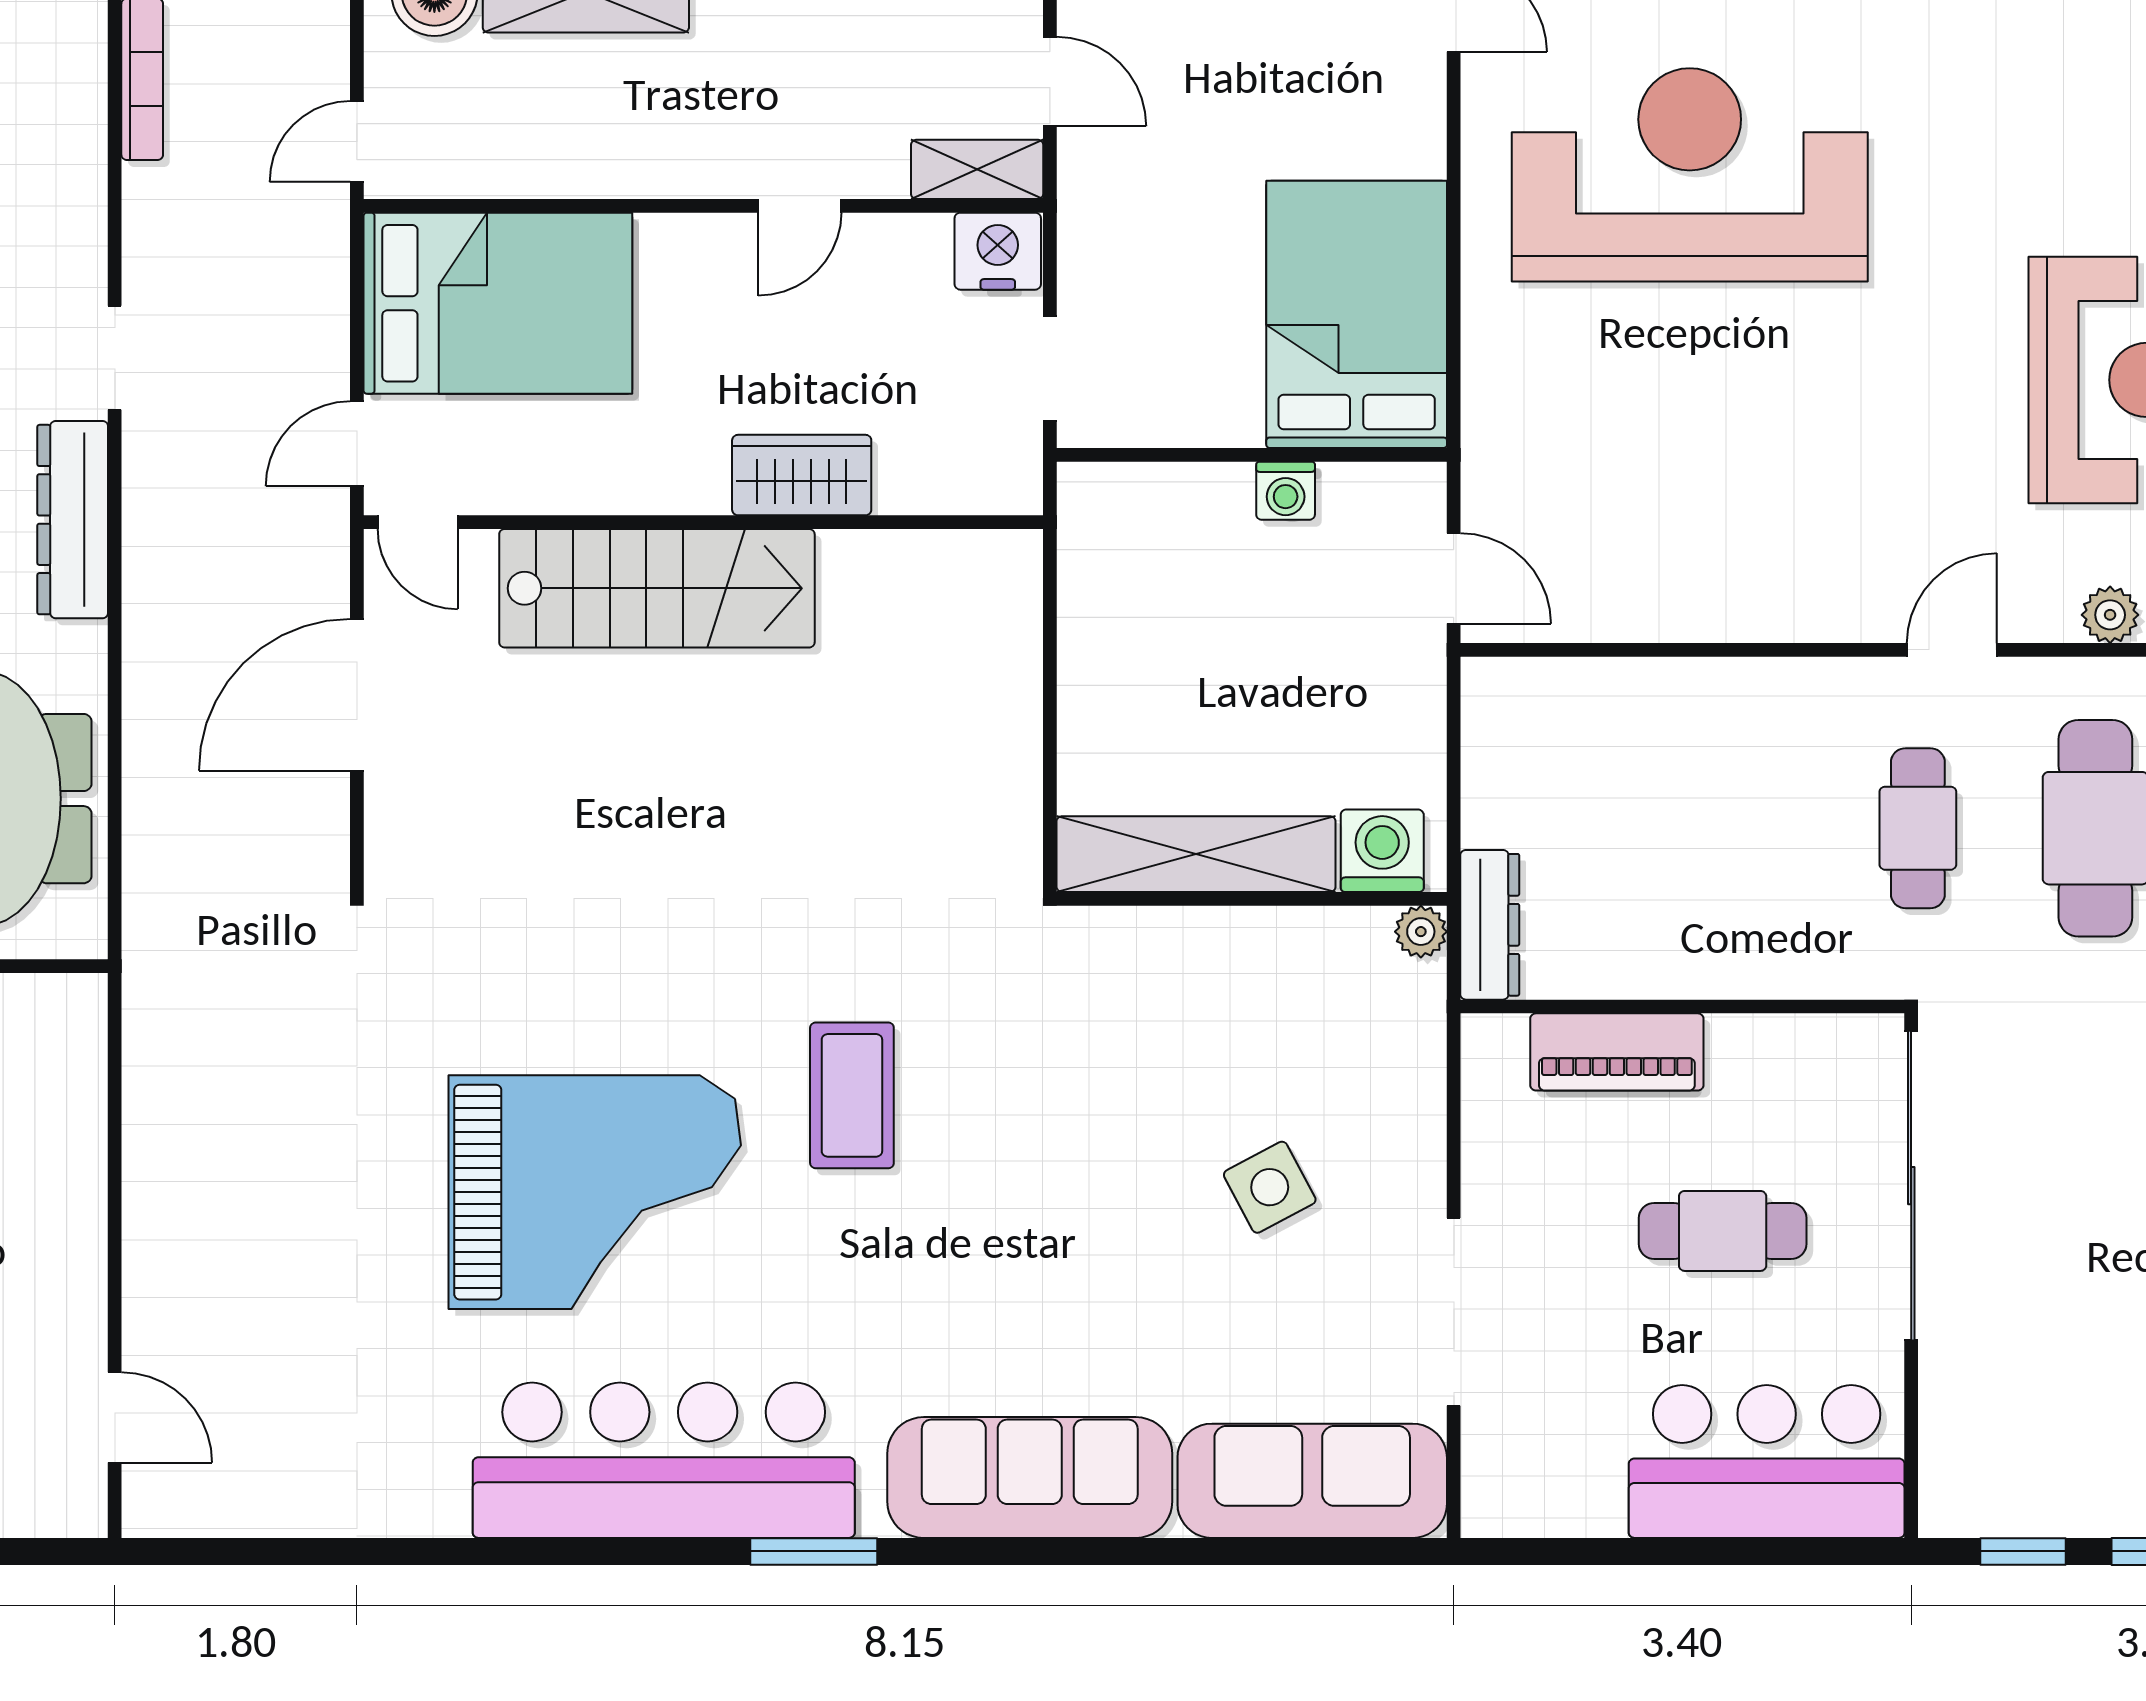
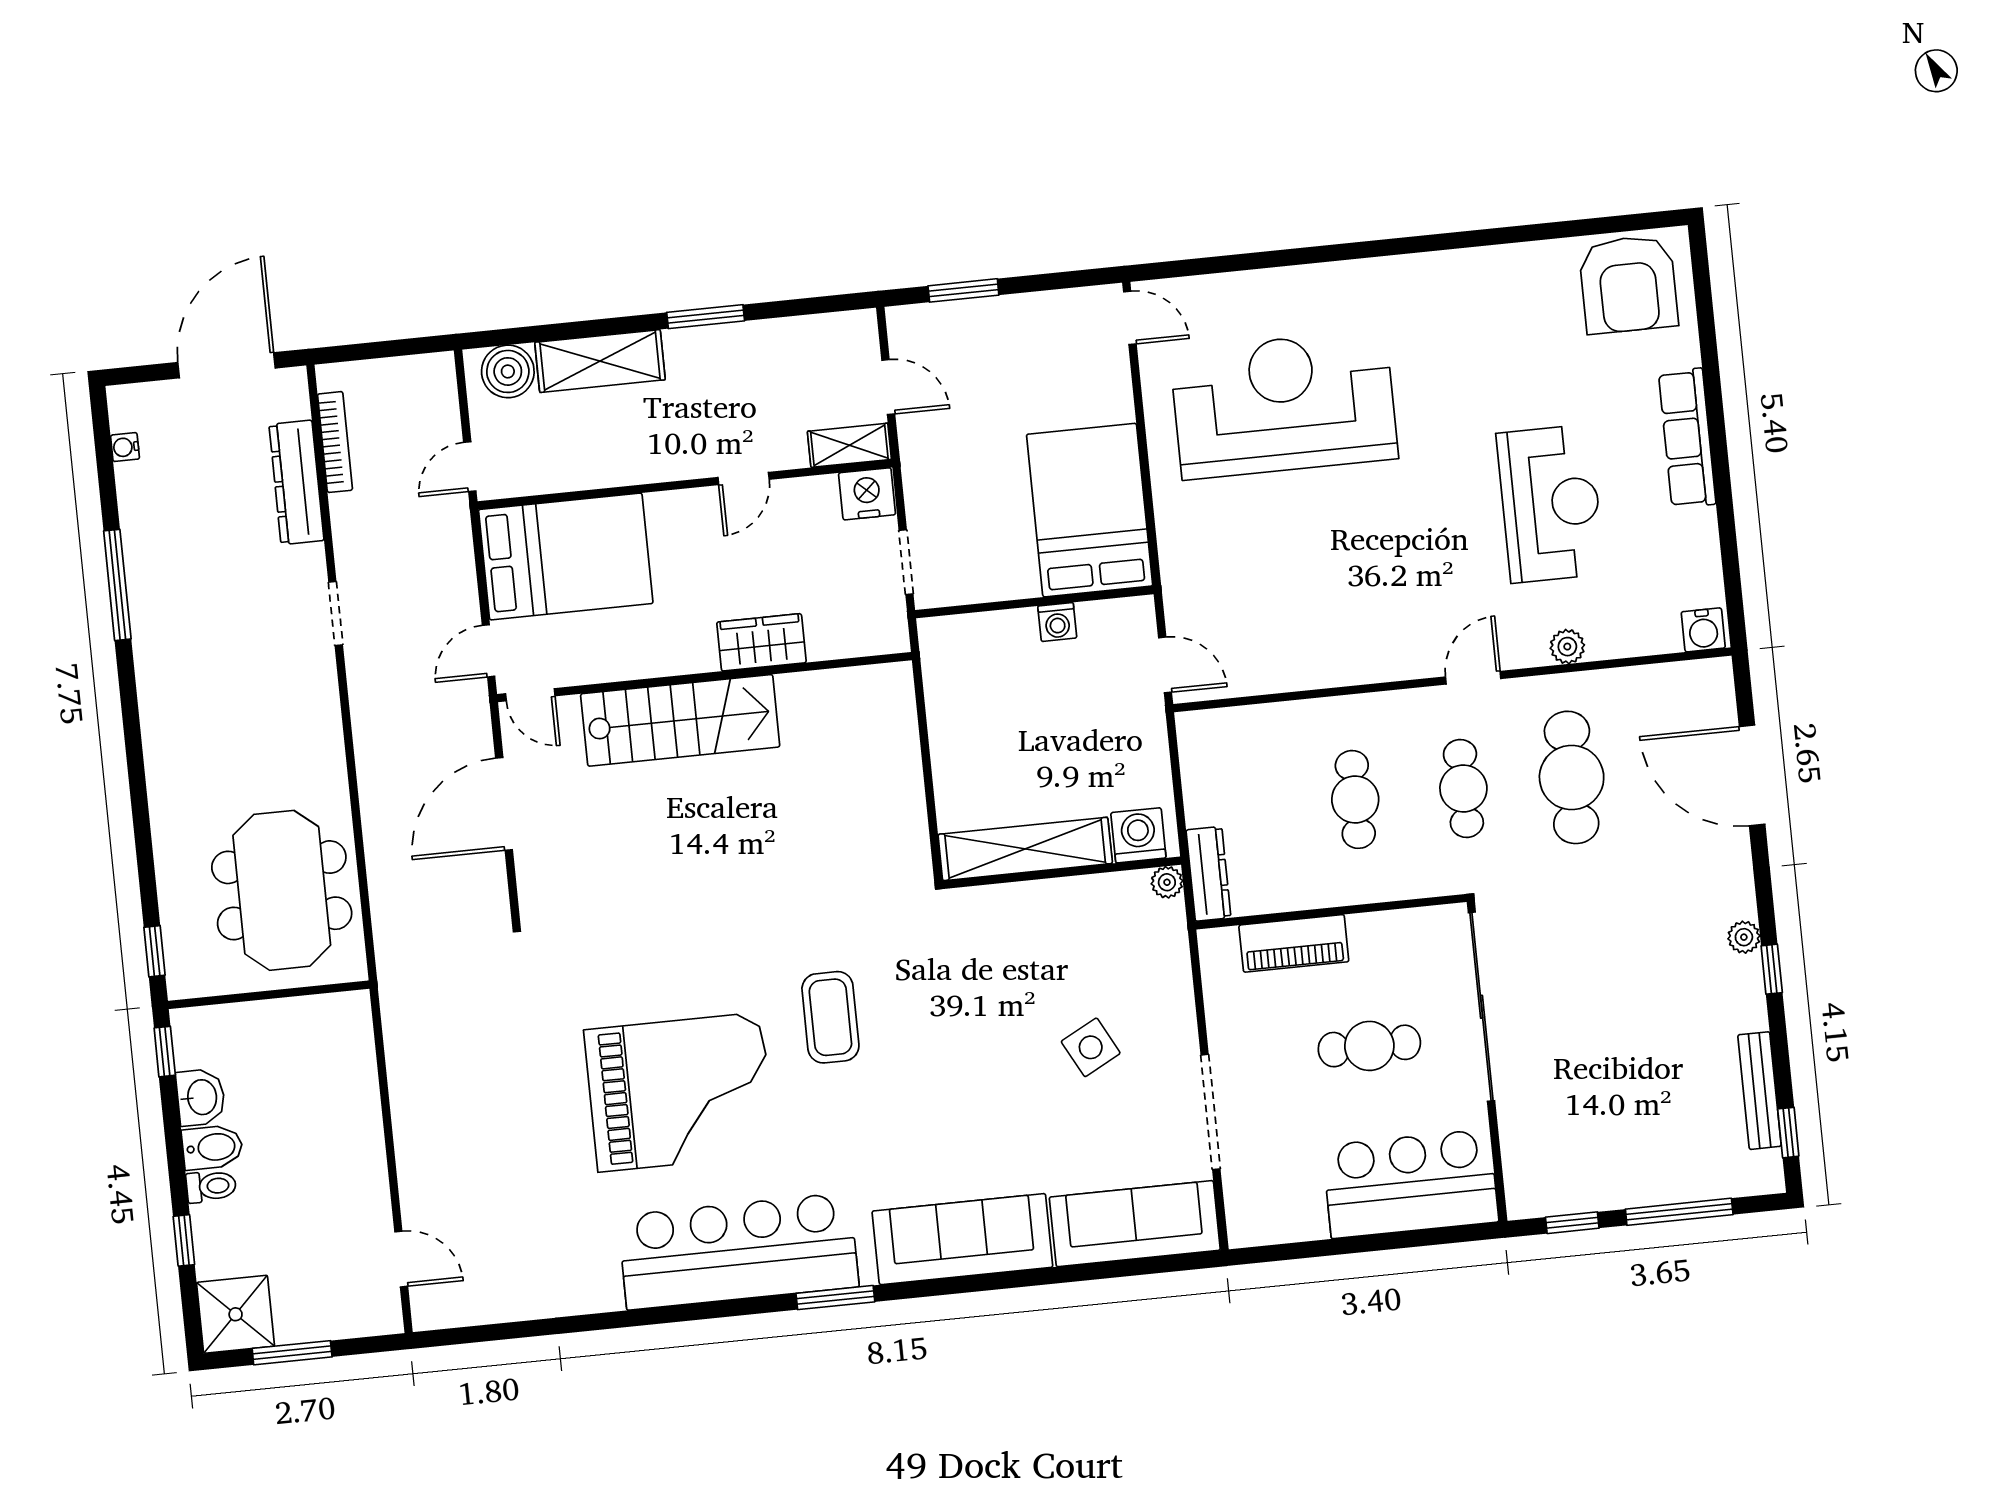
dresser: (73, 520) -> (296, 482), moved
cafe table: (1740, 828) -> (1355, 799), added

